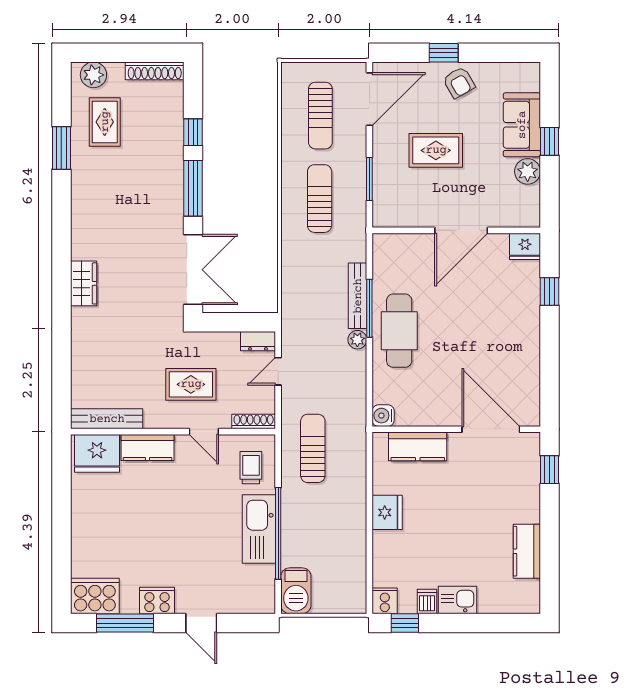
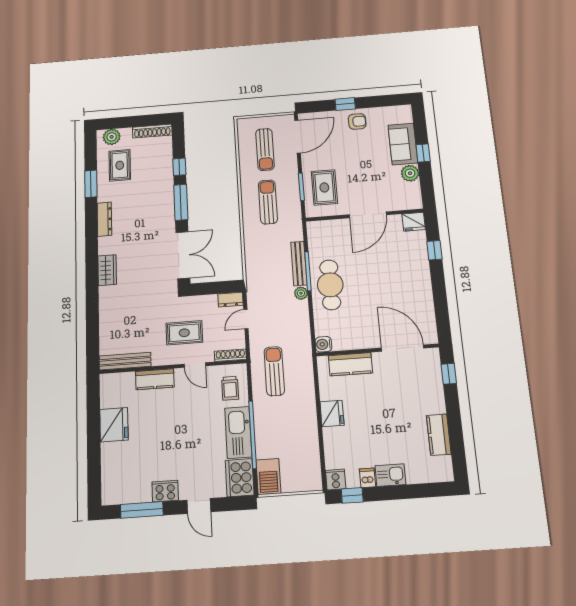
armchair: (459, 82) -> (357, 121), turned -60
rug: (436, 150) -> (324, 187), moved, turned 90
dresser: (81, 205) -> (104, 219), added
fridge: (97, 453) -> (114, 425), moved, turned -90
trolley: (251, 468) -> (230, 388), turned 180
cooker: (95, 596) -> (240, 478), moved, turned -90

